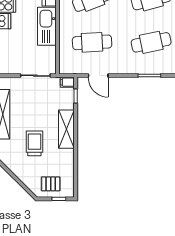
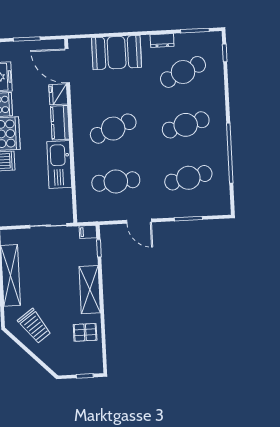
door: (98, 76) -> (139, 221), moved
trolley: (34, 143) -> (35, 326), moved, turned 144
pallet: (51, 184) -> (85, 332), moved

